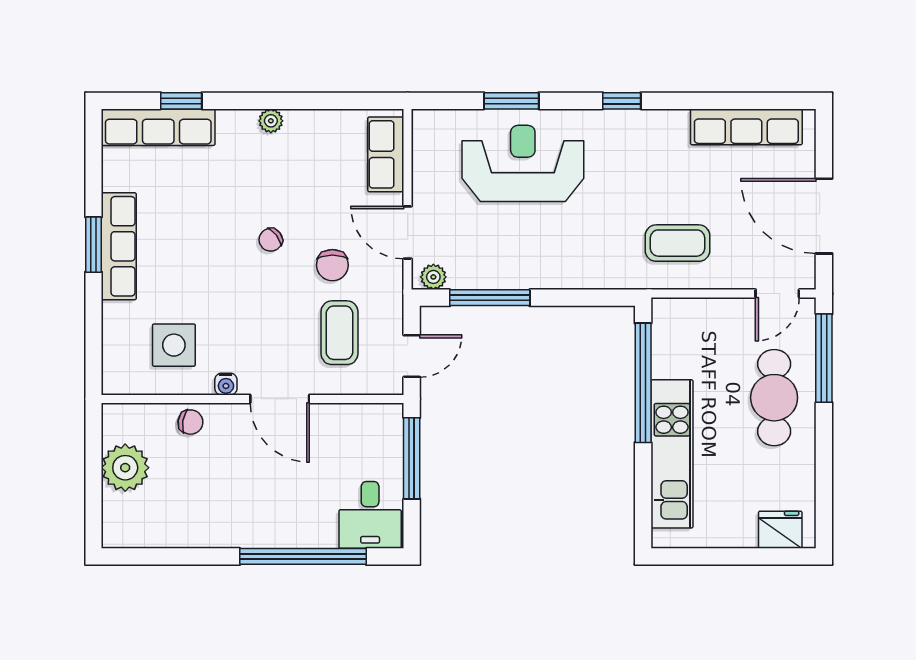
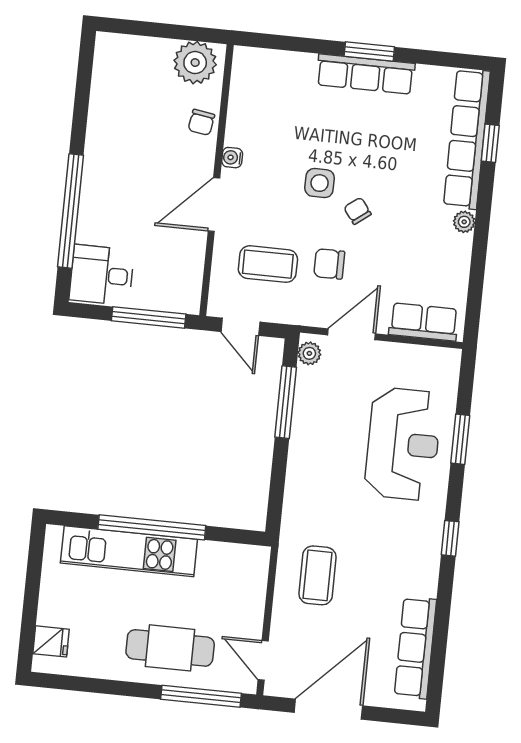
row of seats: (158, 127) -> (467, 139), width x1.36
side table: (174, 345) -> (320, 183), moved, width x0.73, depth x0.73
window: (643, 383) -> (152, 527), moved
plant: (125, 468) -> (195, 63), moved
fridge: (780, 530) -> (51, 641), width x0.72

